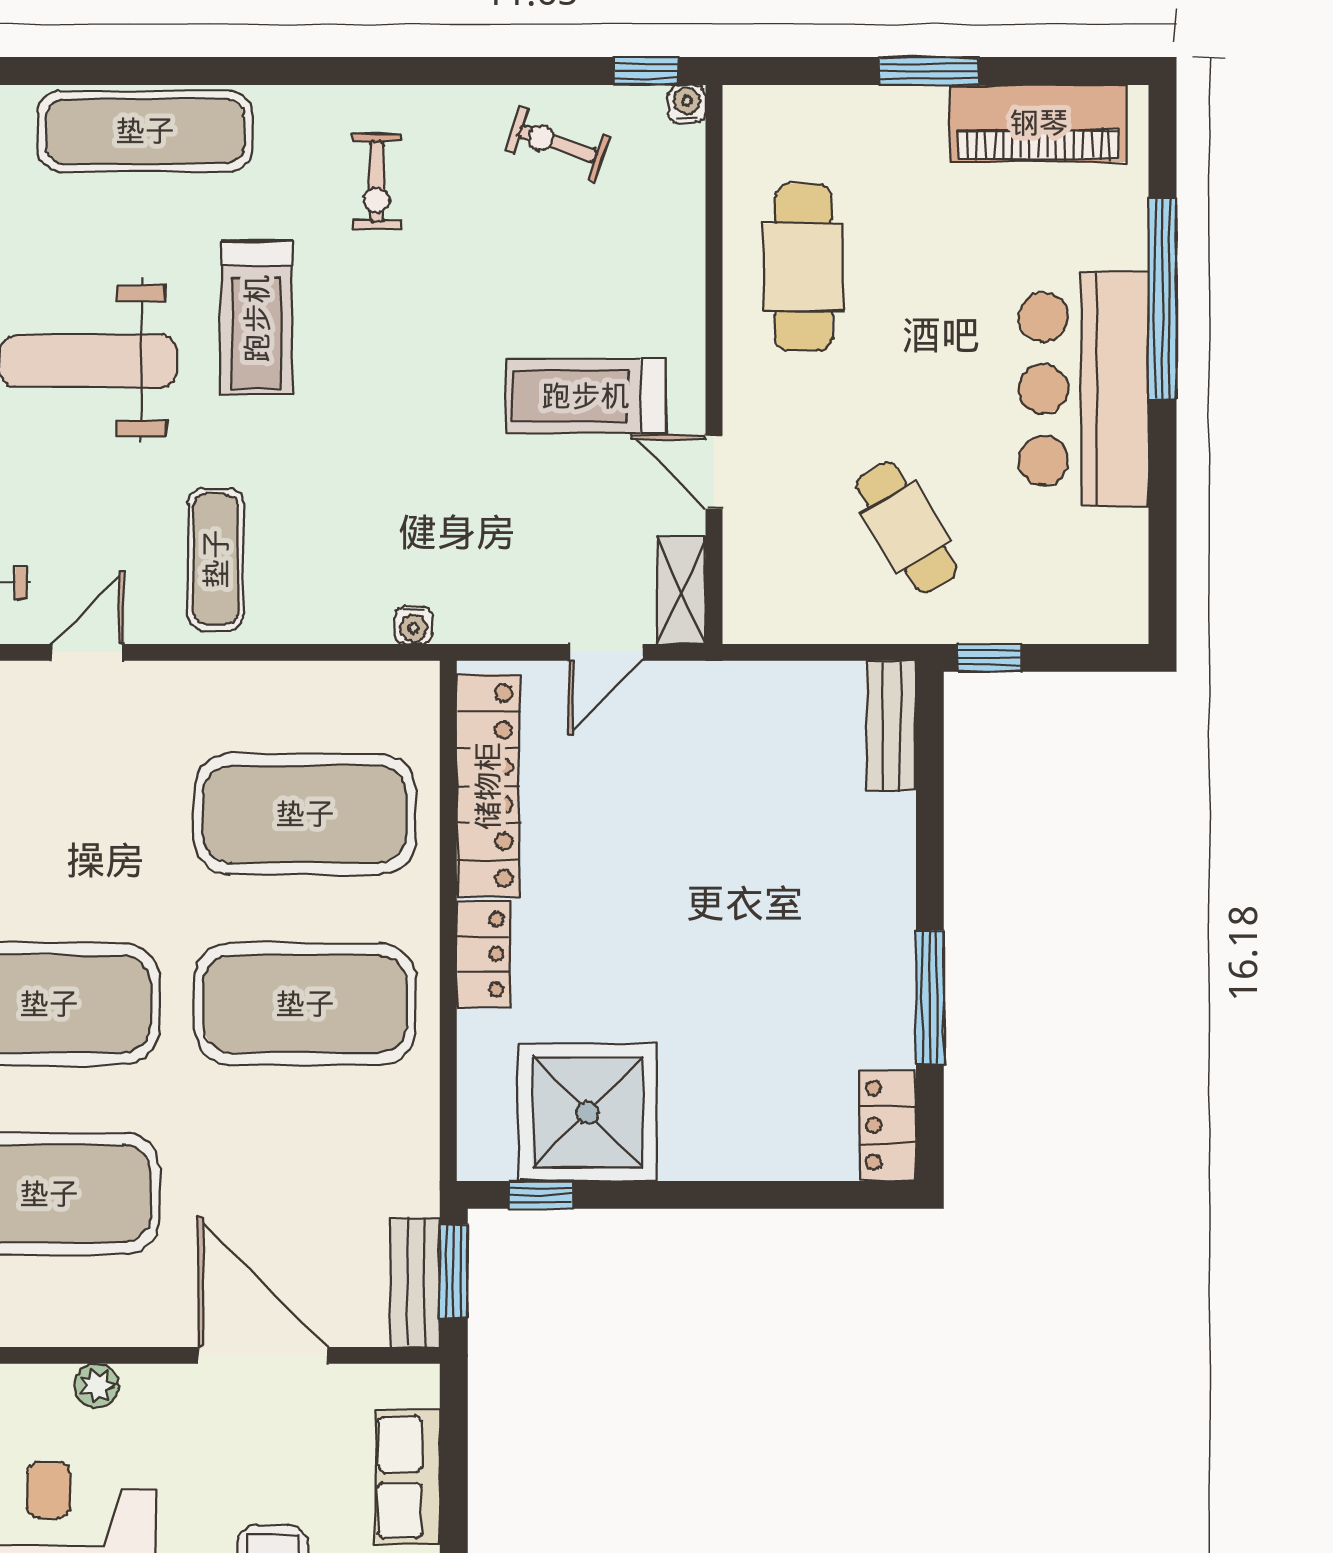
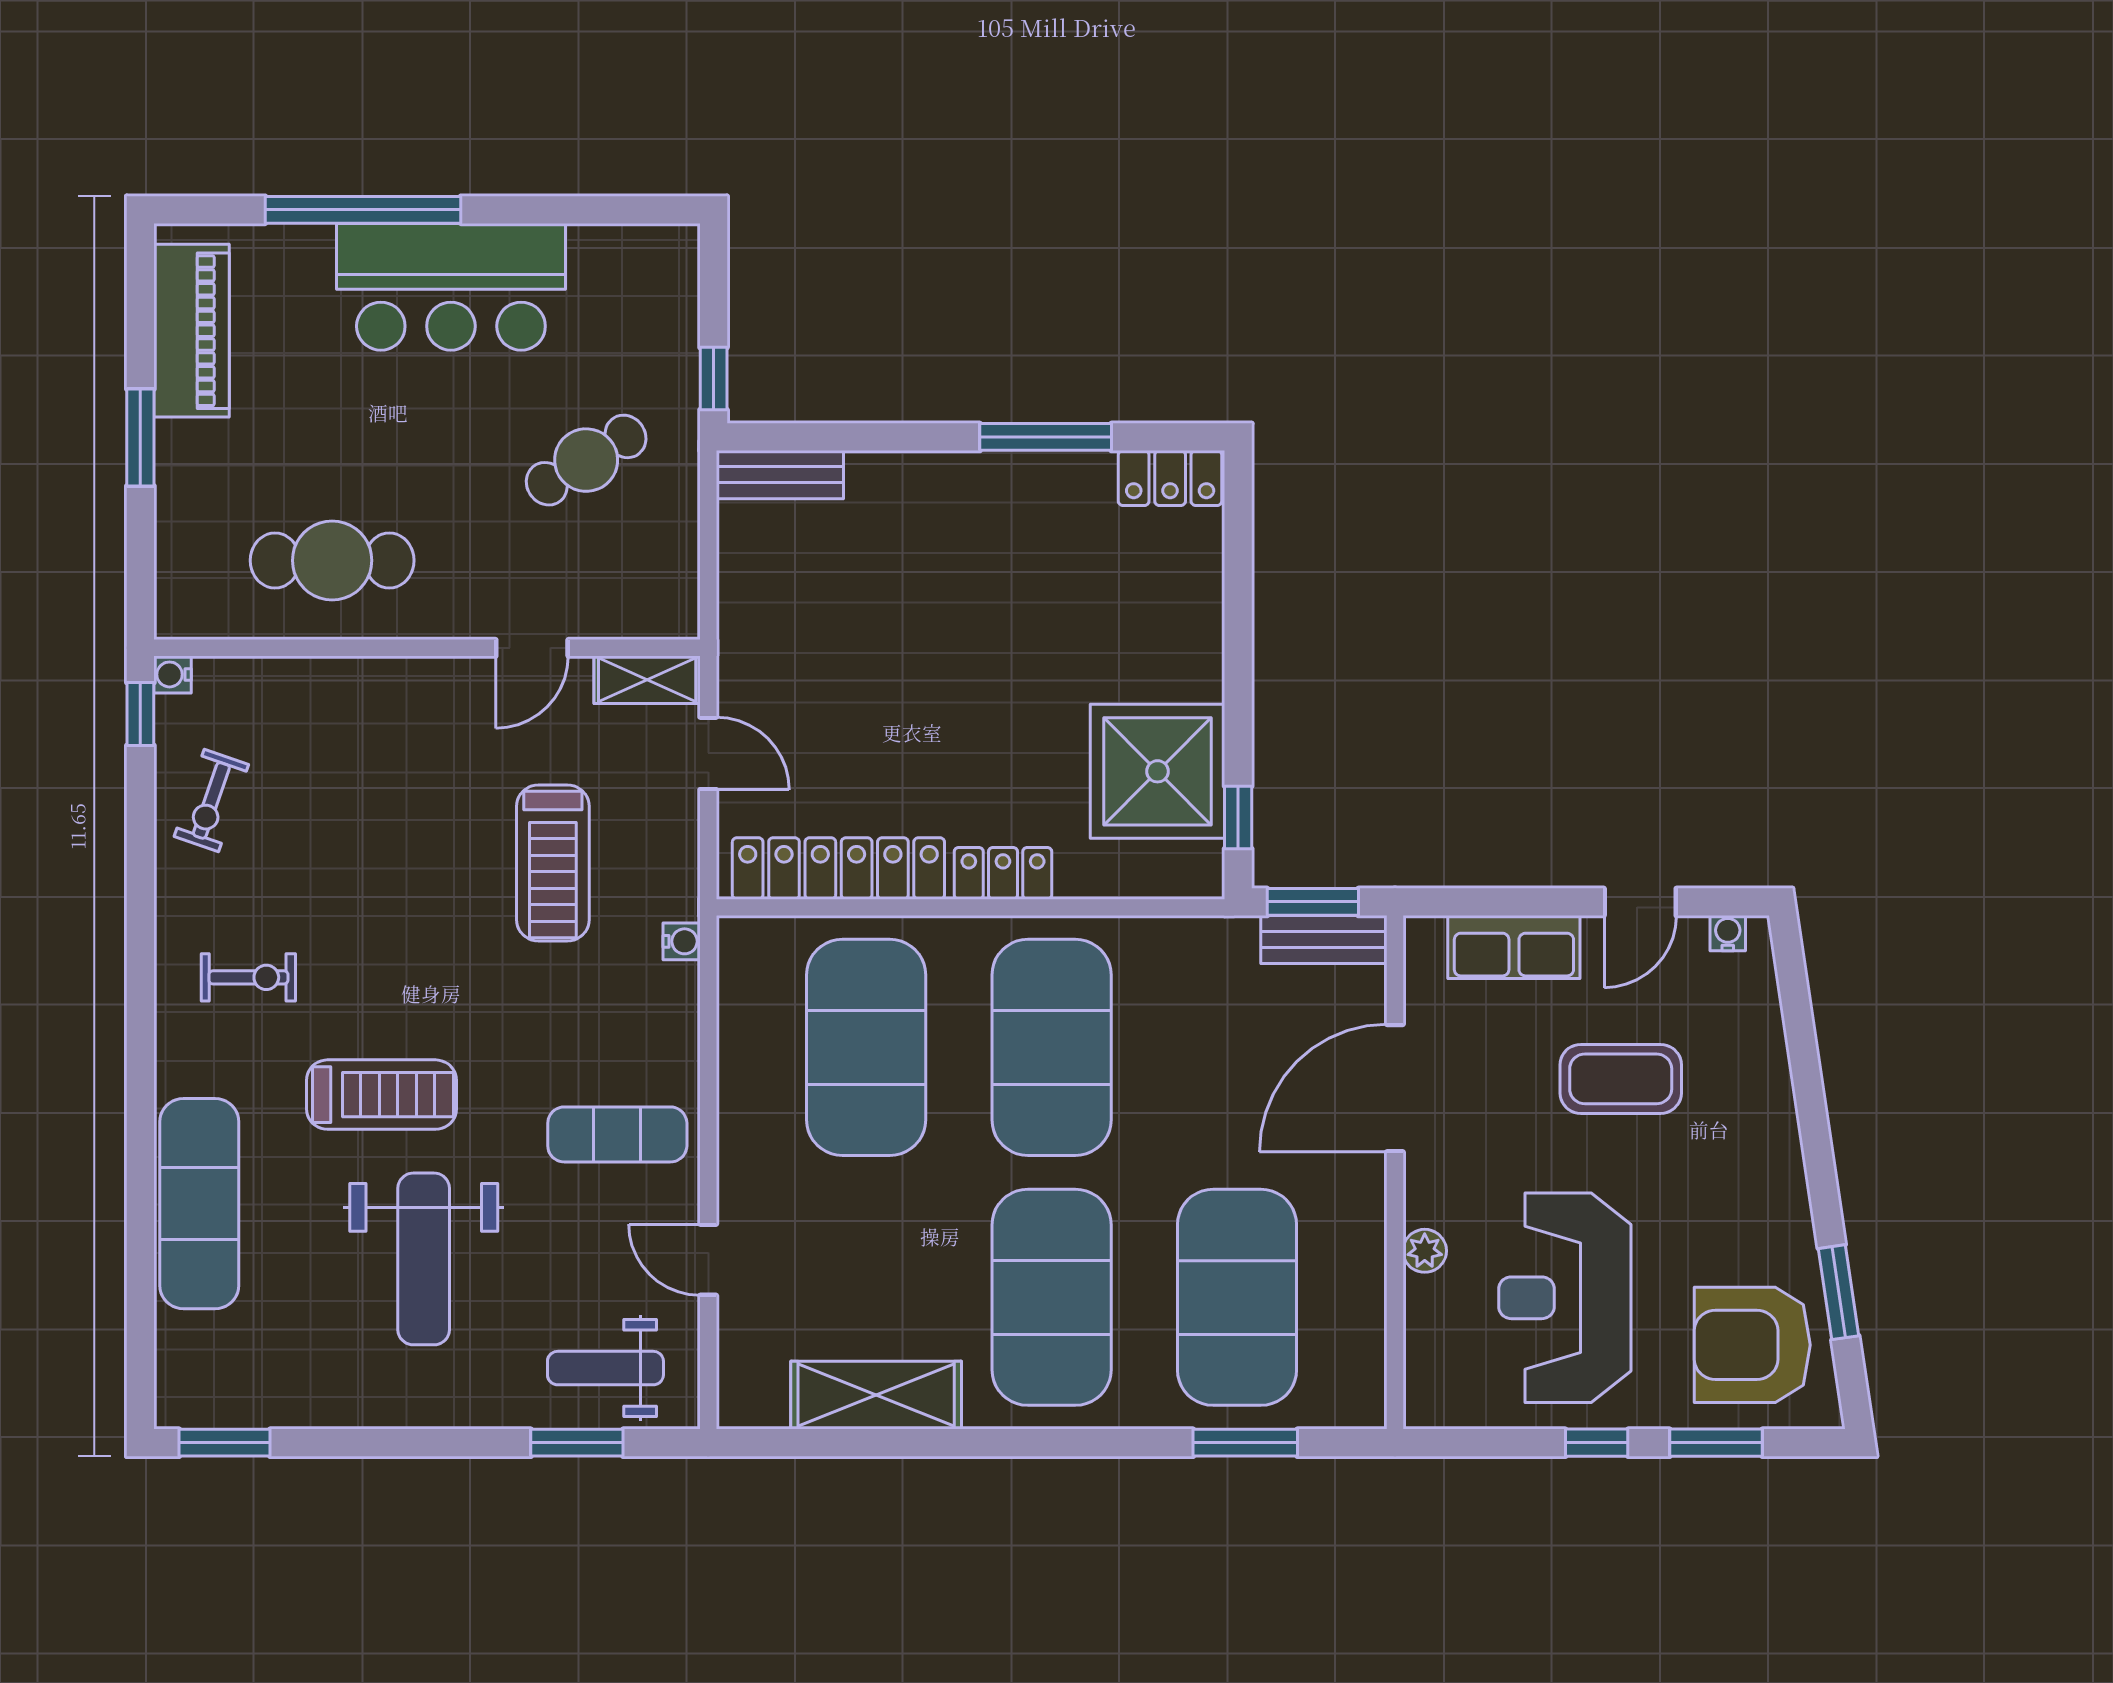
treadmill: (586, 396) -> (553, 863), moved

